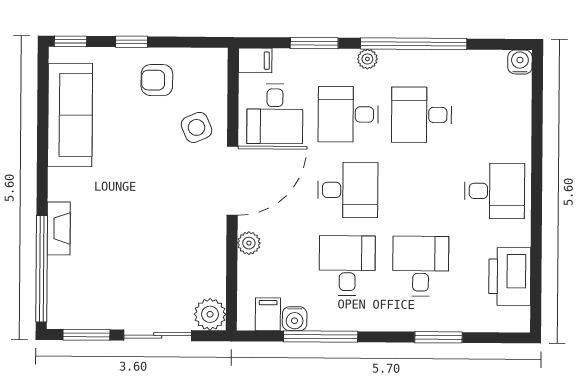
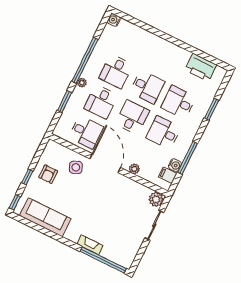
filing cabinet: (255, 60) -> (60, 129), removed
desk: (495, 191) -> (147, 87), moved, turned 90
window: (86, 335) -> (140, 255), removed

